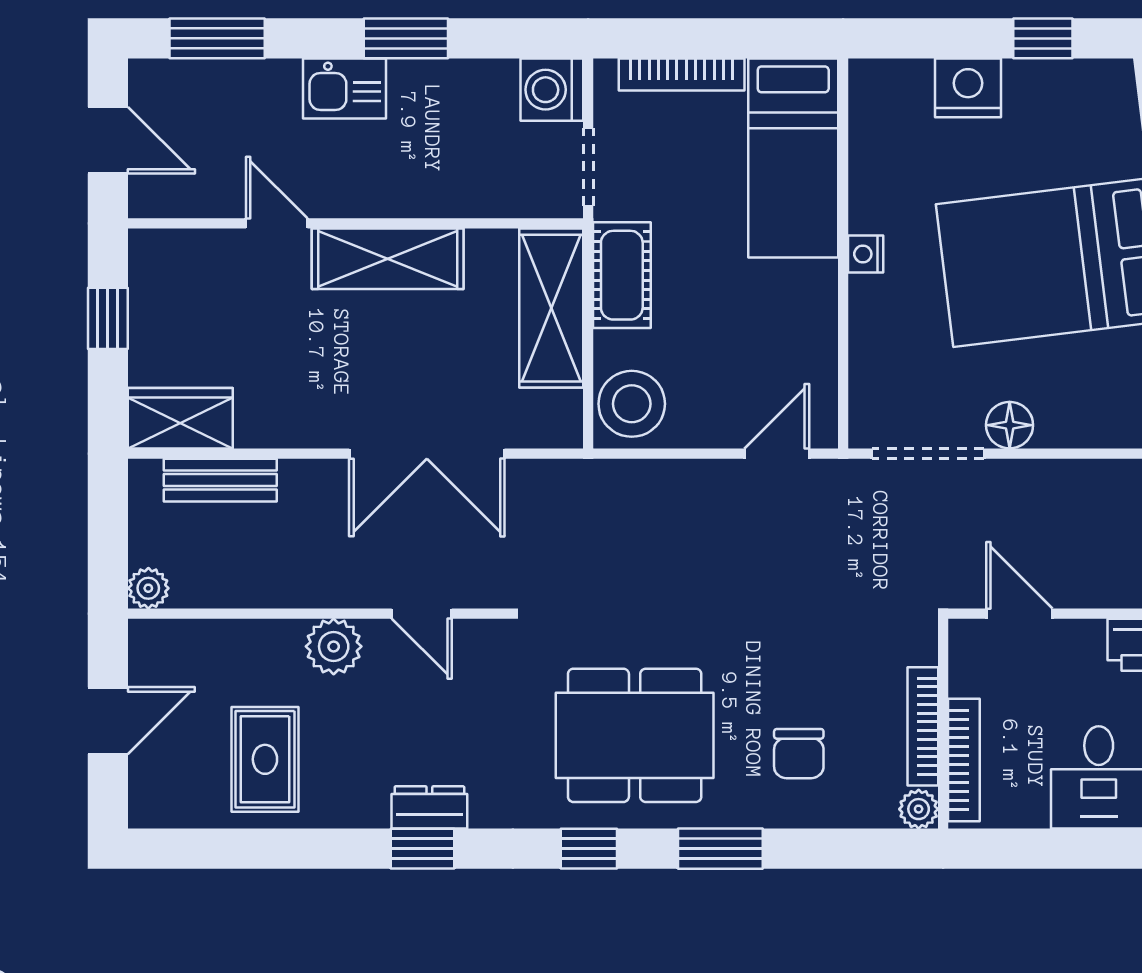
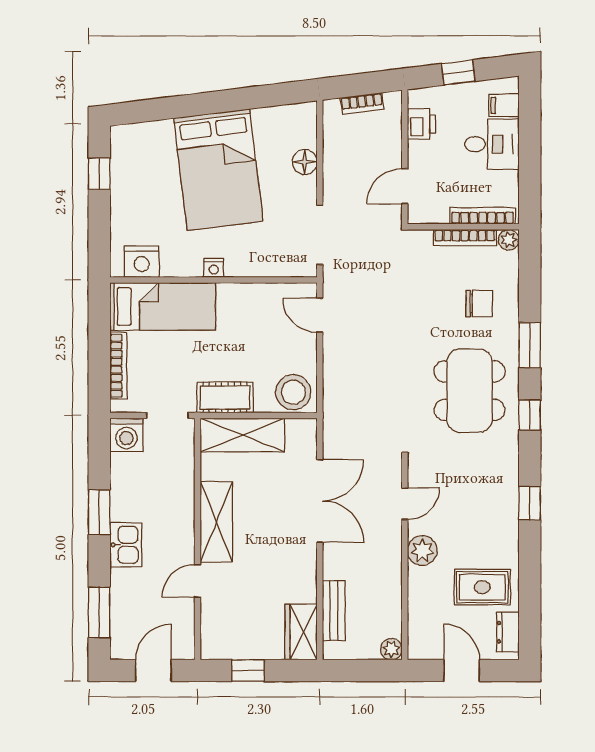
nightstand: (968, 88) -> (142, 262), moved, turned -90
floor lamp: (1010, 425) -> (305, 162), moved
dresser: (429, 807) -> (508, 632), moved

